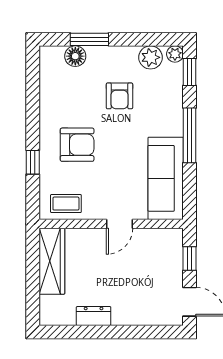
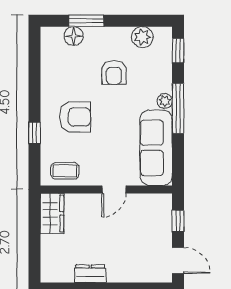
plant: (175, 54) -> (165, 101), moved
wardrobe: (52, 261) -> (52, 213), width x0.67

